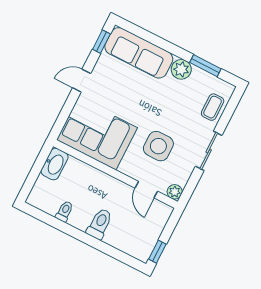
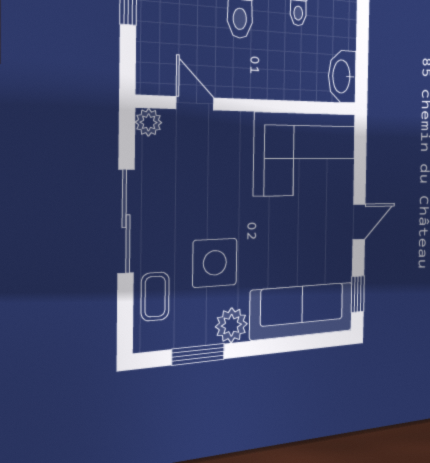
side table: (158, 146) -> (215, 263), moved
sliding door: (209, 151) -> (126, 221), width x1.37

